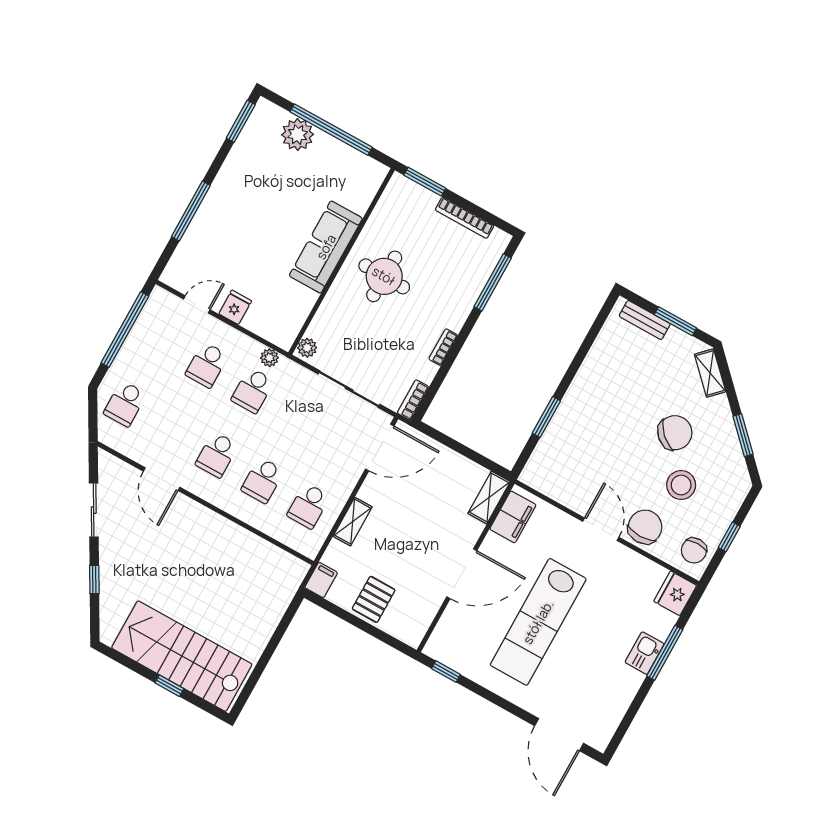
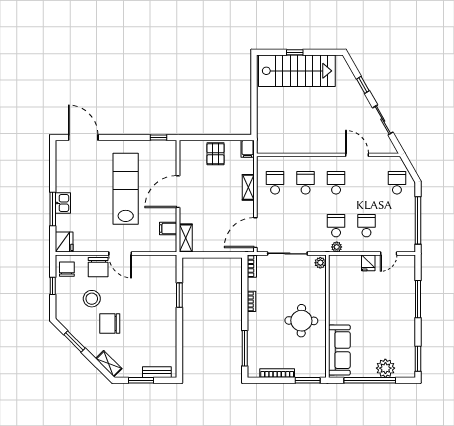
sofa: (326, 247) -> (339, 350), moved
chair: (675, 433) -> (110, 323), turned 47
filing cabinet: (513, 517) -> (168, 229), width x0.50

